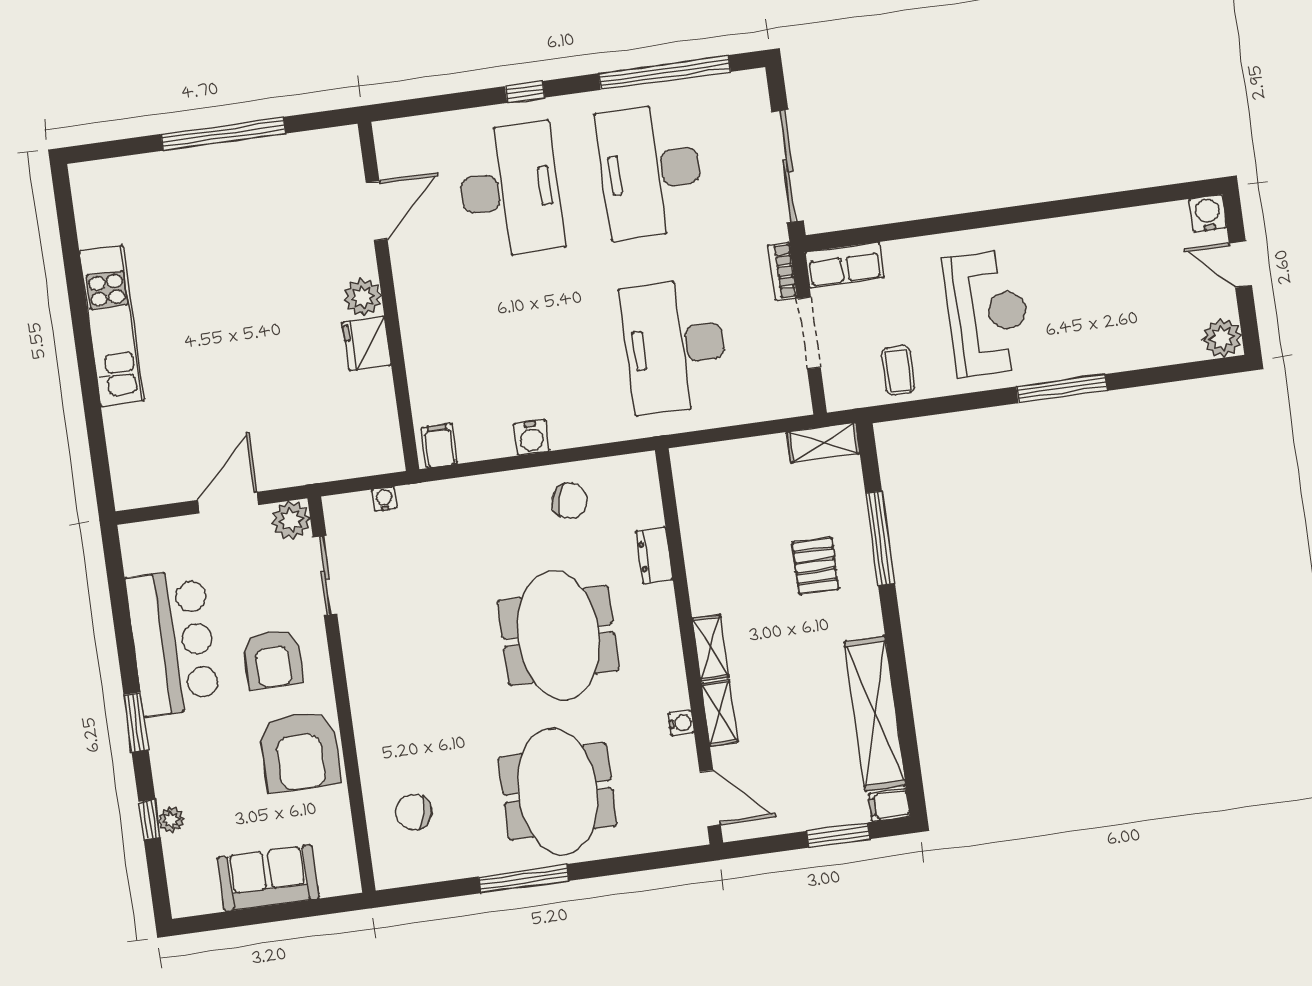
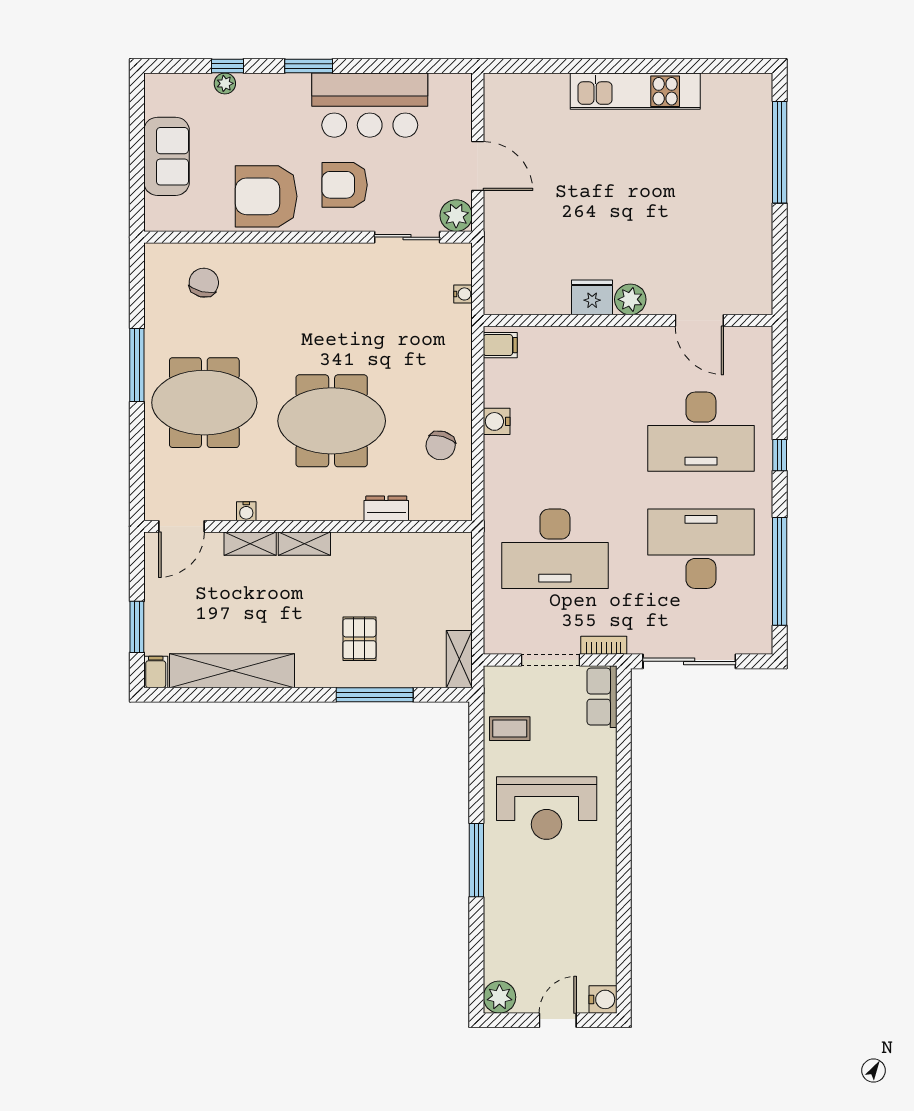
window: (223, 134) -> (780, 152), moved
desk: (675, 346) -> (555, 549), turned 180
pallet: (815, 566) -> (359, 639), turned 90

